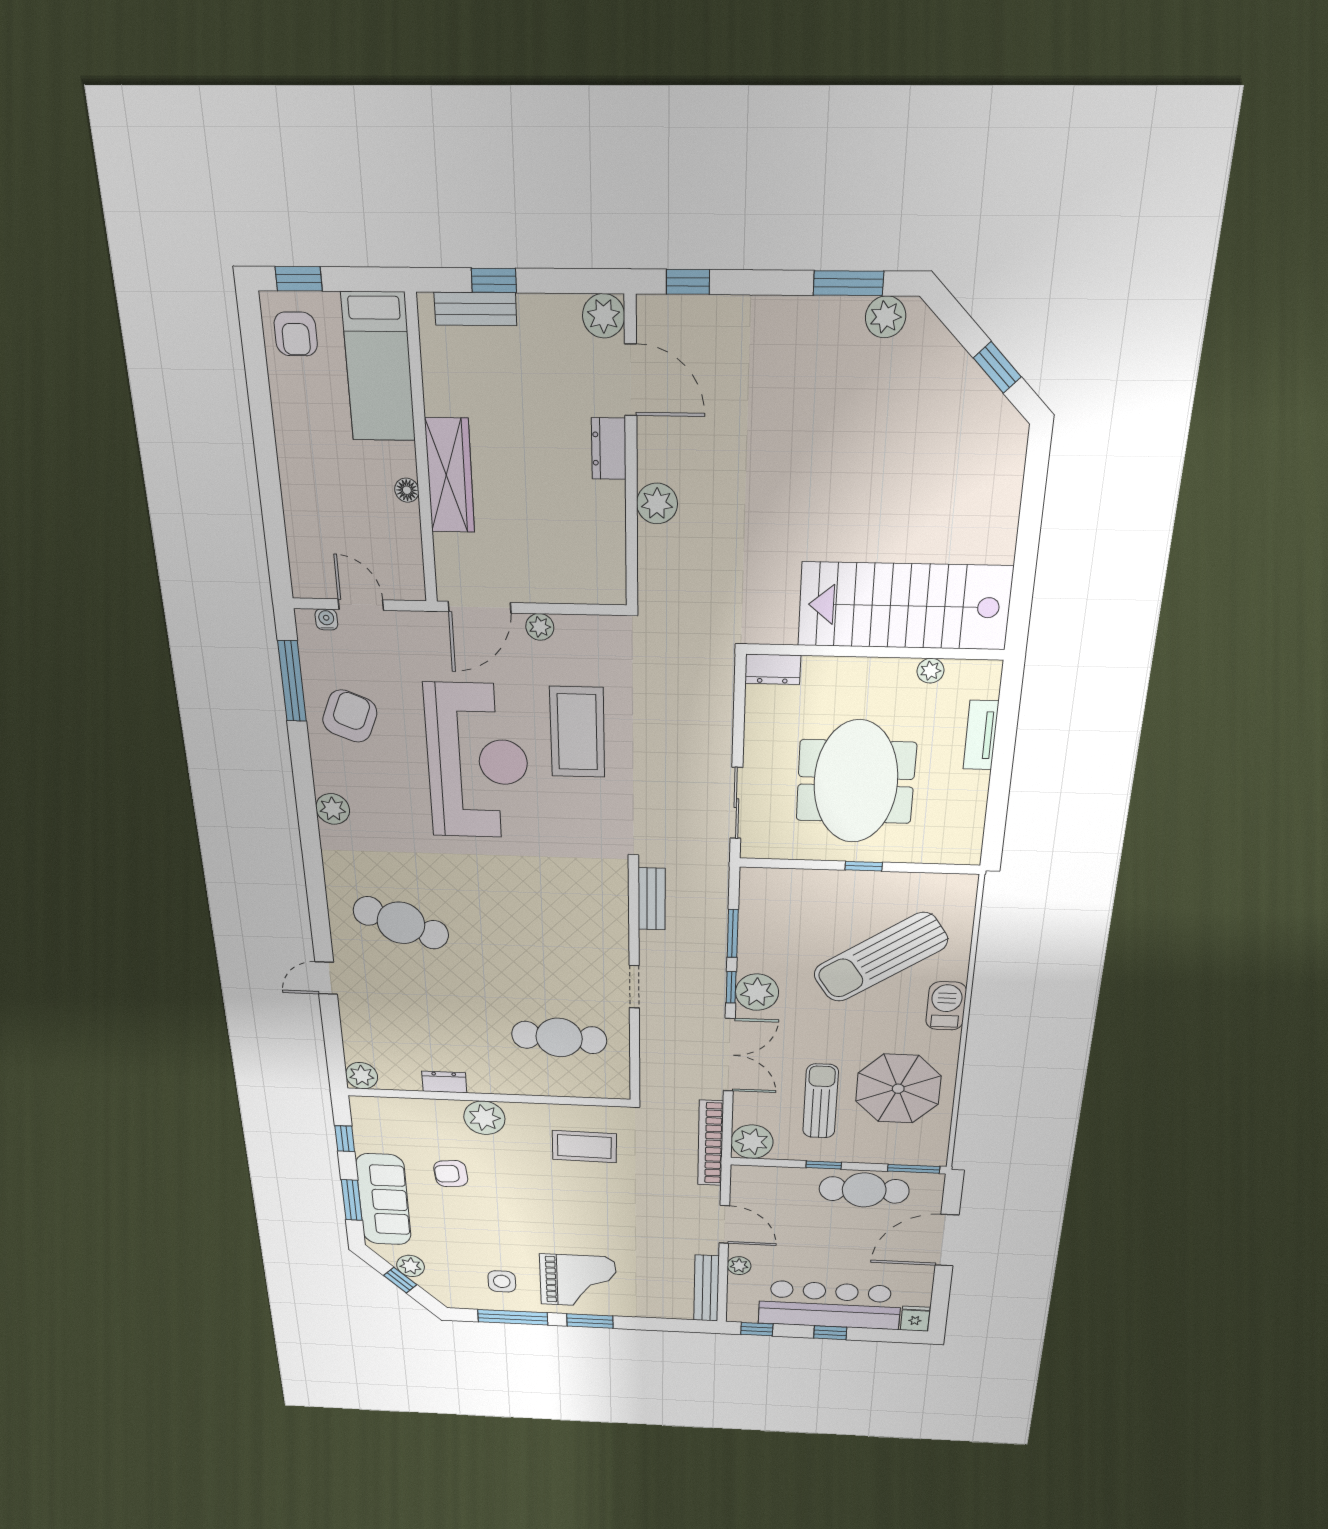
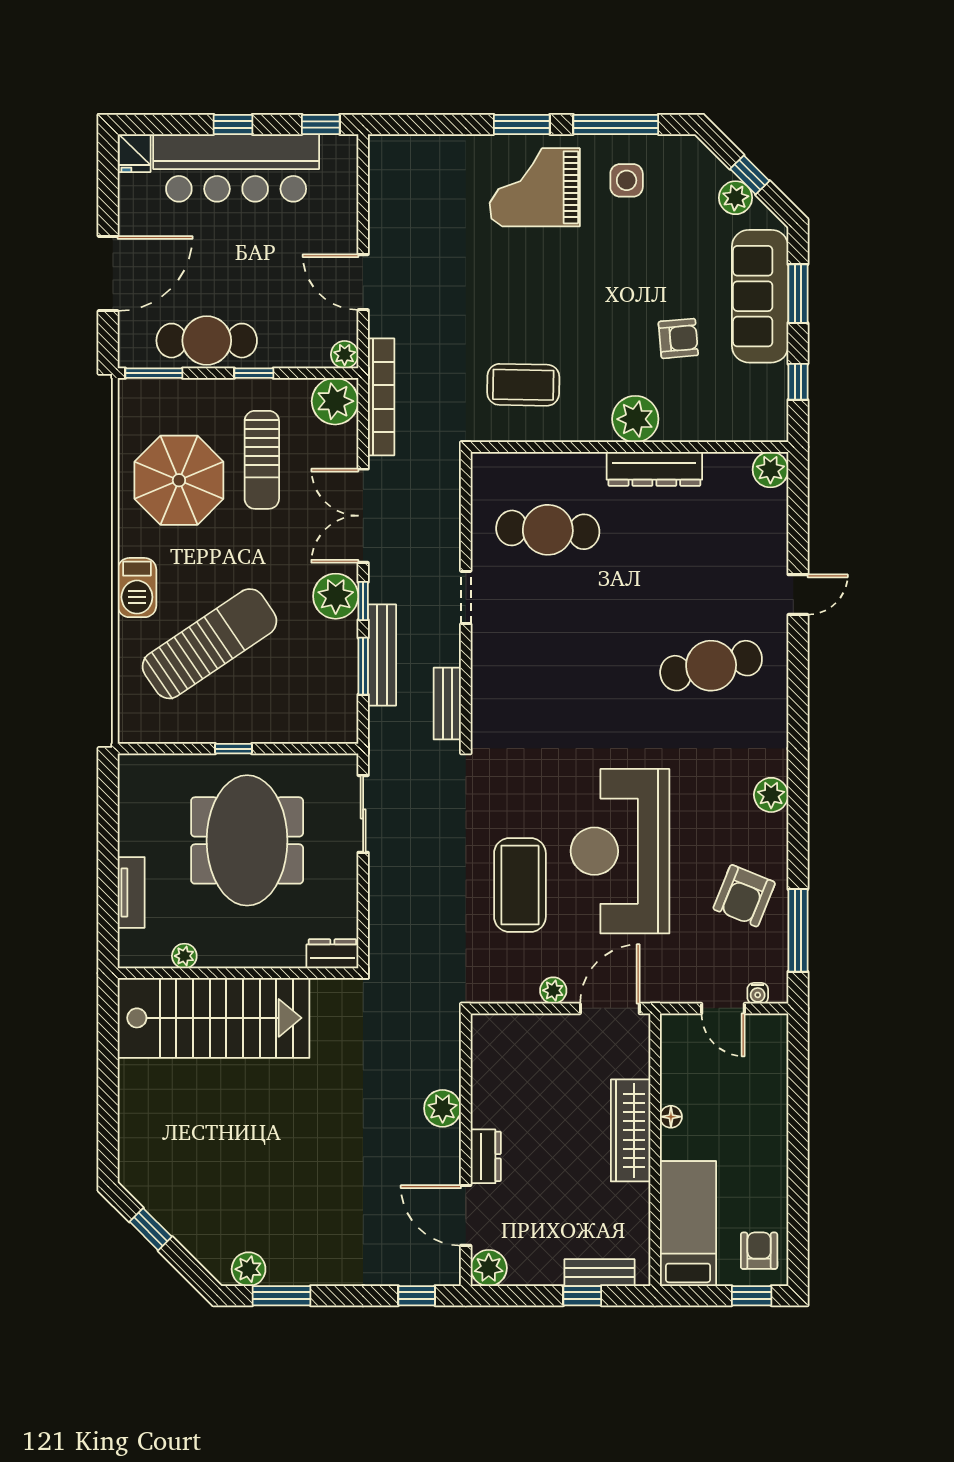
cafe table: (401, 923) -> (711, 666), turned -33
dresser: (444, 1082) -> (654, 469), width x1.96, depth x1.24
plant: (739, 1266) -> (345, 355), moved
bench: (706, 1288) -> (382, 655), moved

